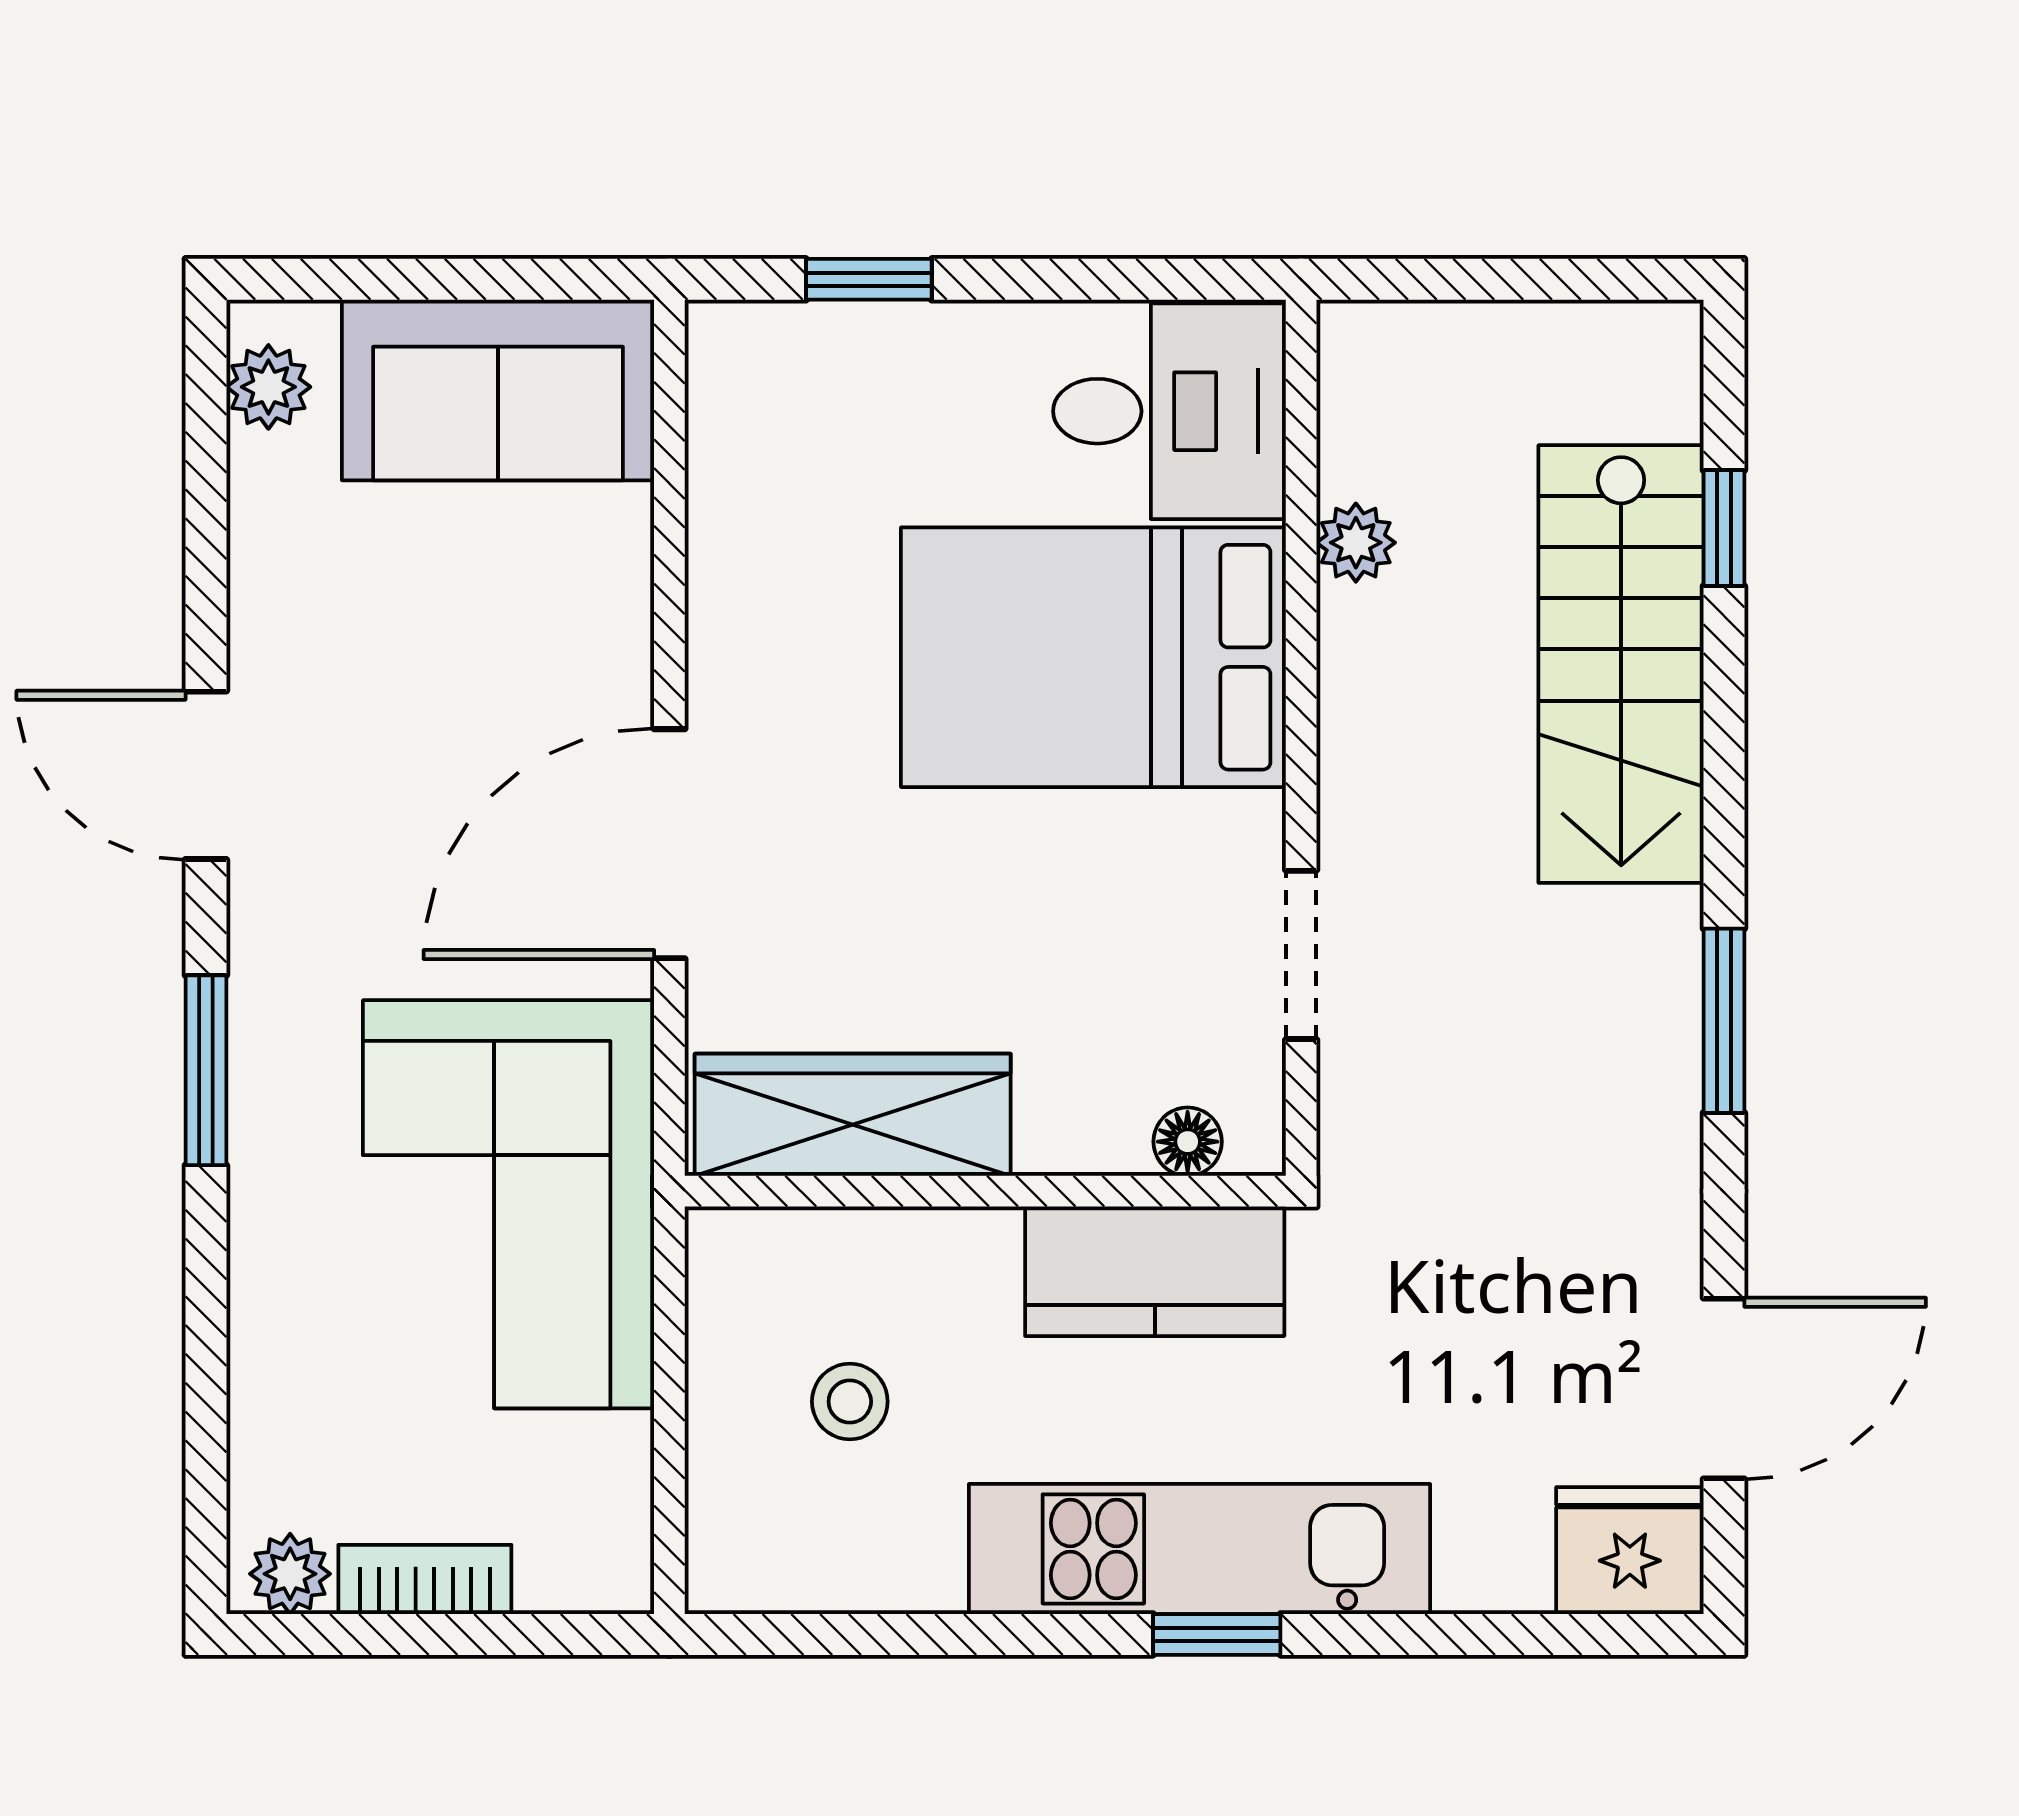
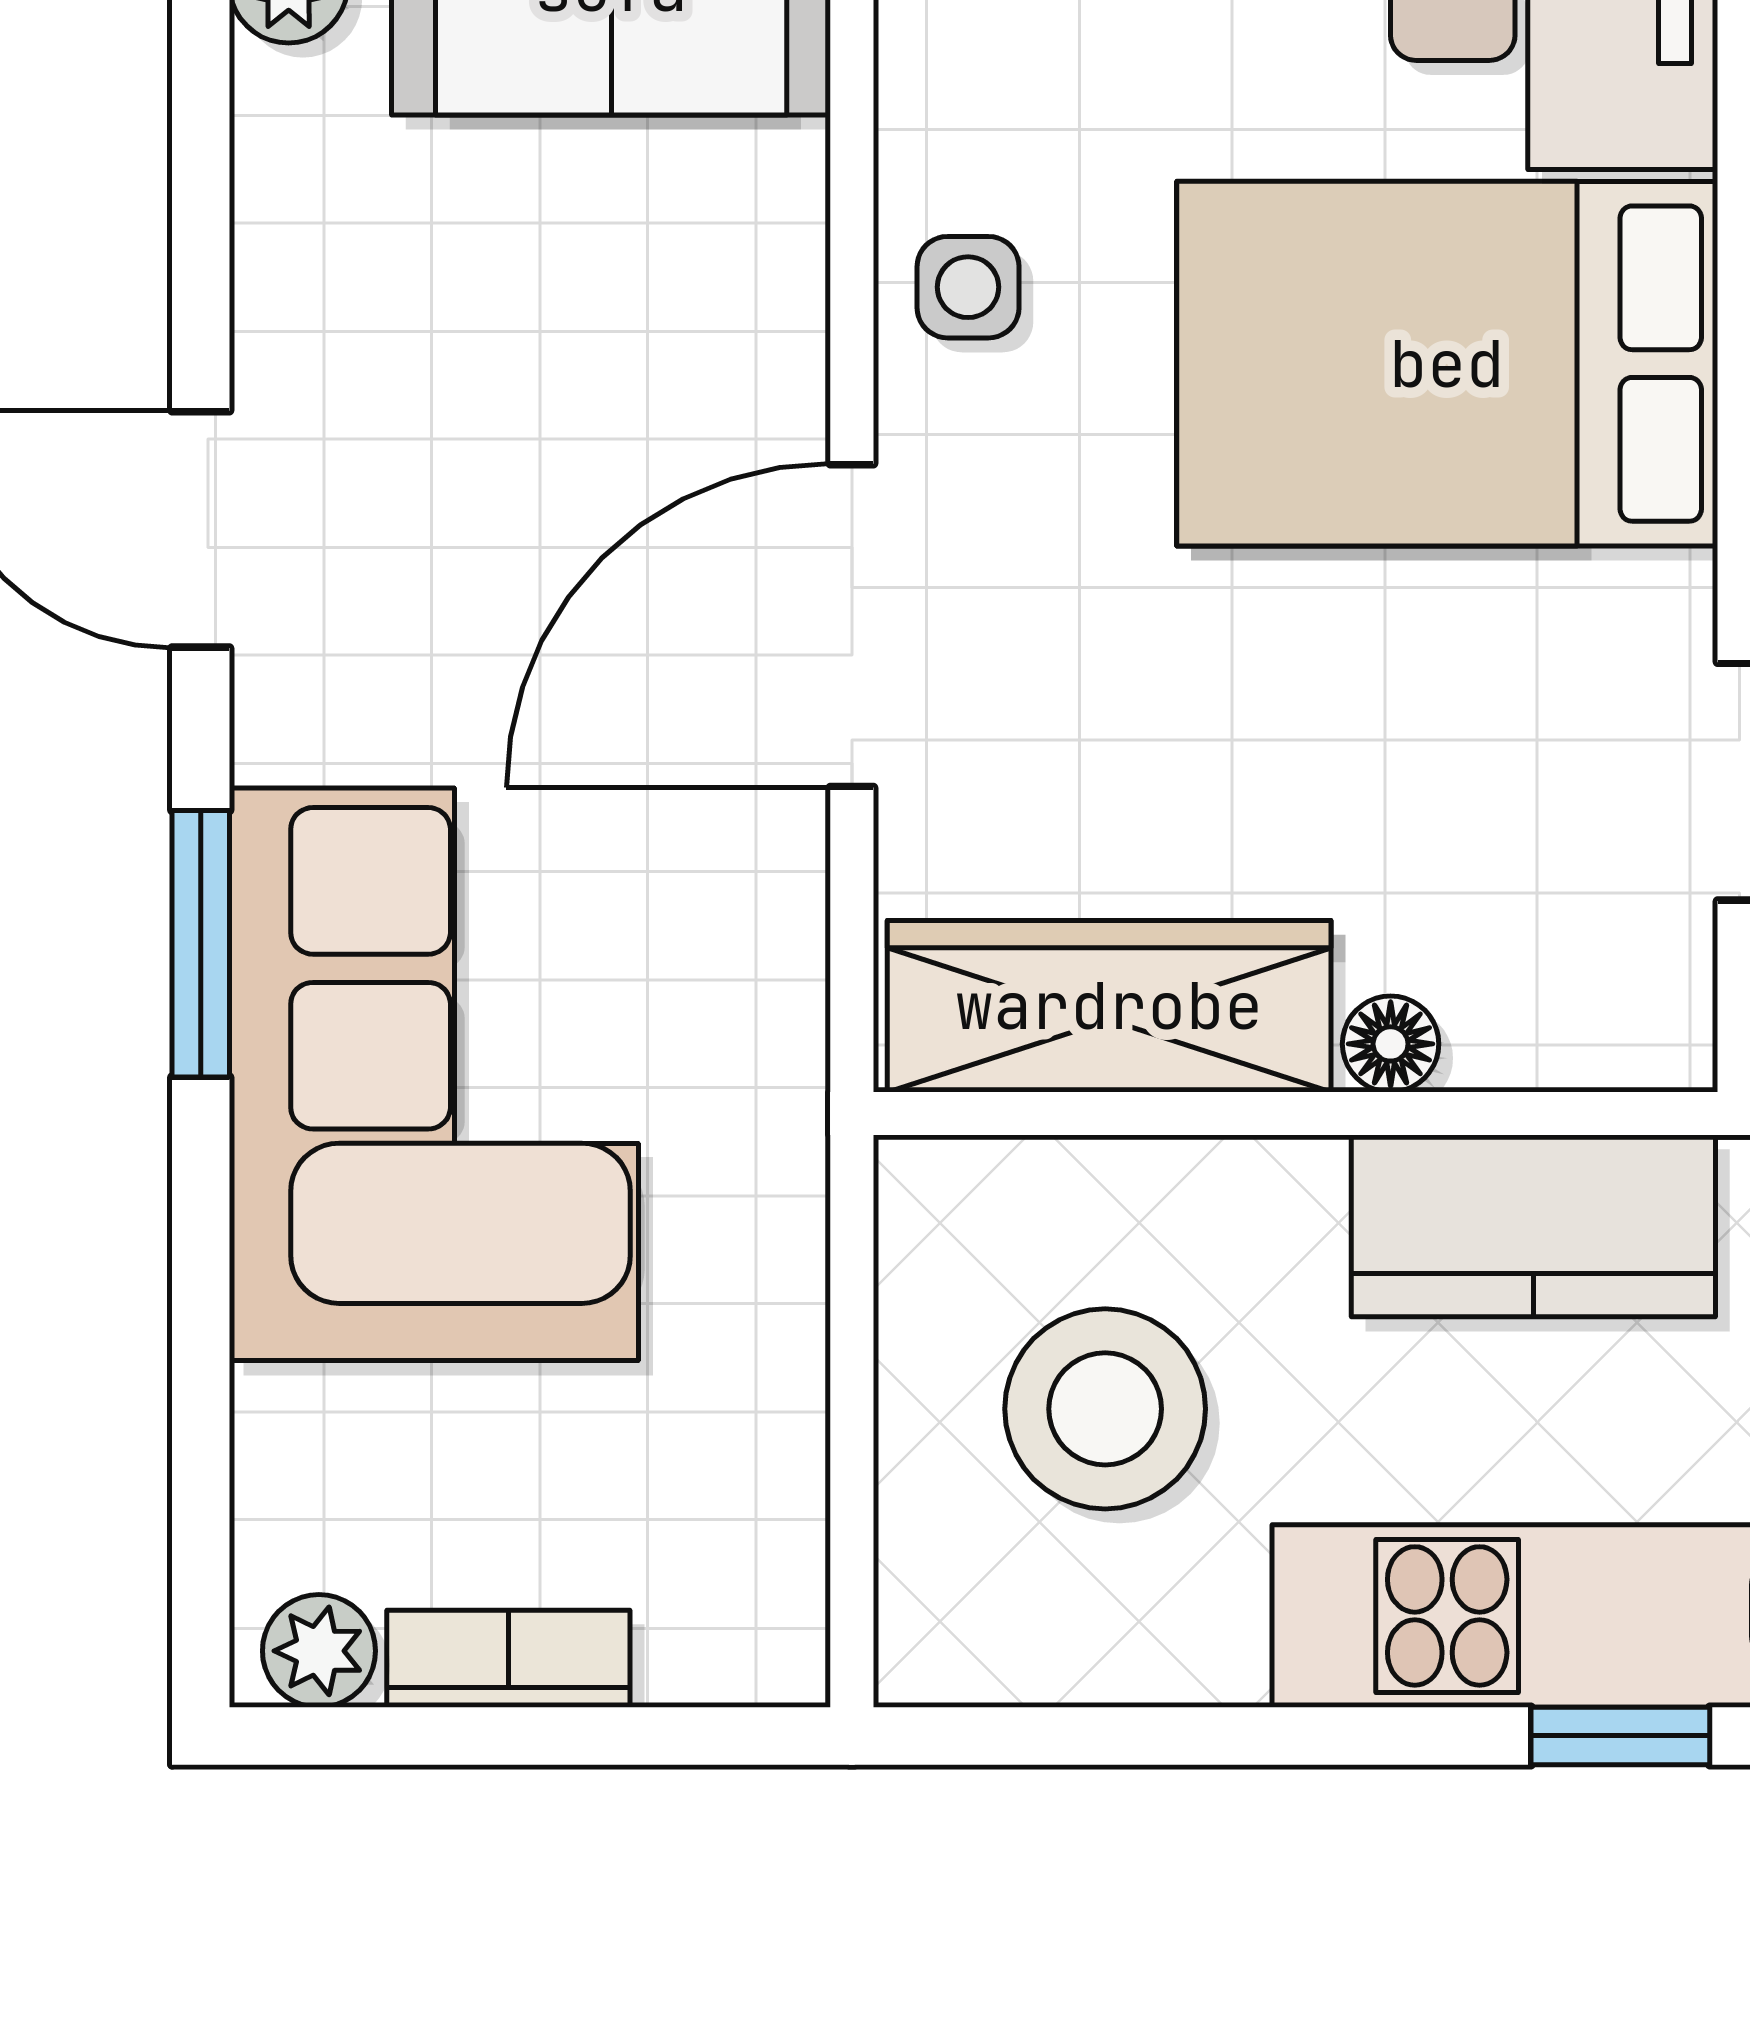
side table: (752, 603) -> (968, 287), added
floor lamp: (1188, 1142) -> (1391, 1044), moved
corner sofa: (509, 1204) -> (434, 1074), moved, turned 180
stool: (850, 1402) -> (1105, 1409), width x1.89, depth x1.89

